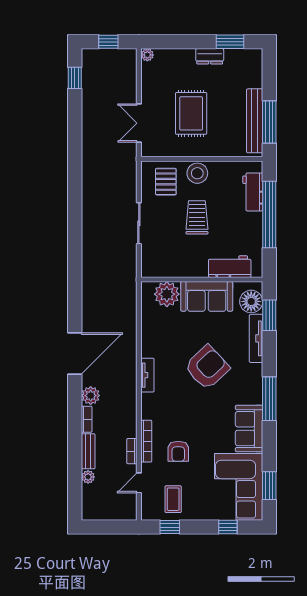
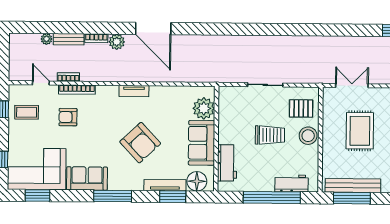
rug: (191, 113) -> (360, 131), turned 90
window: (269, 315) -> (173, 197), moved

